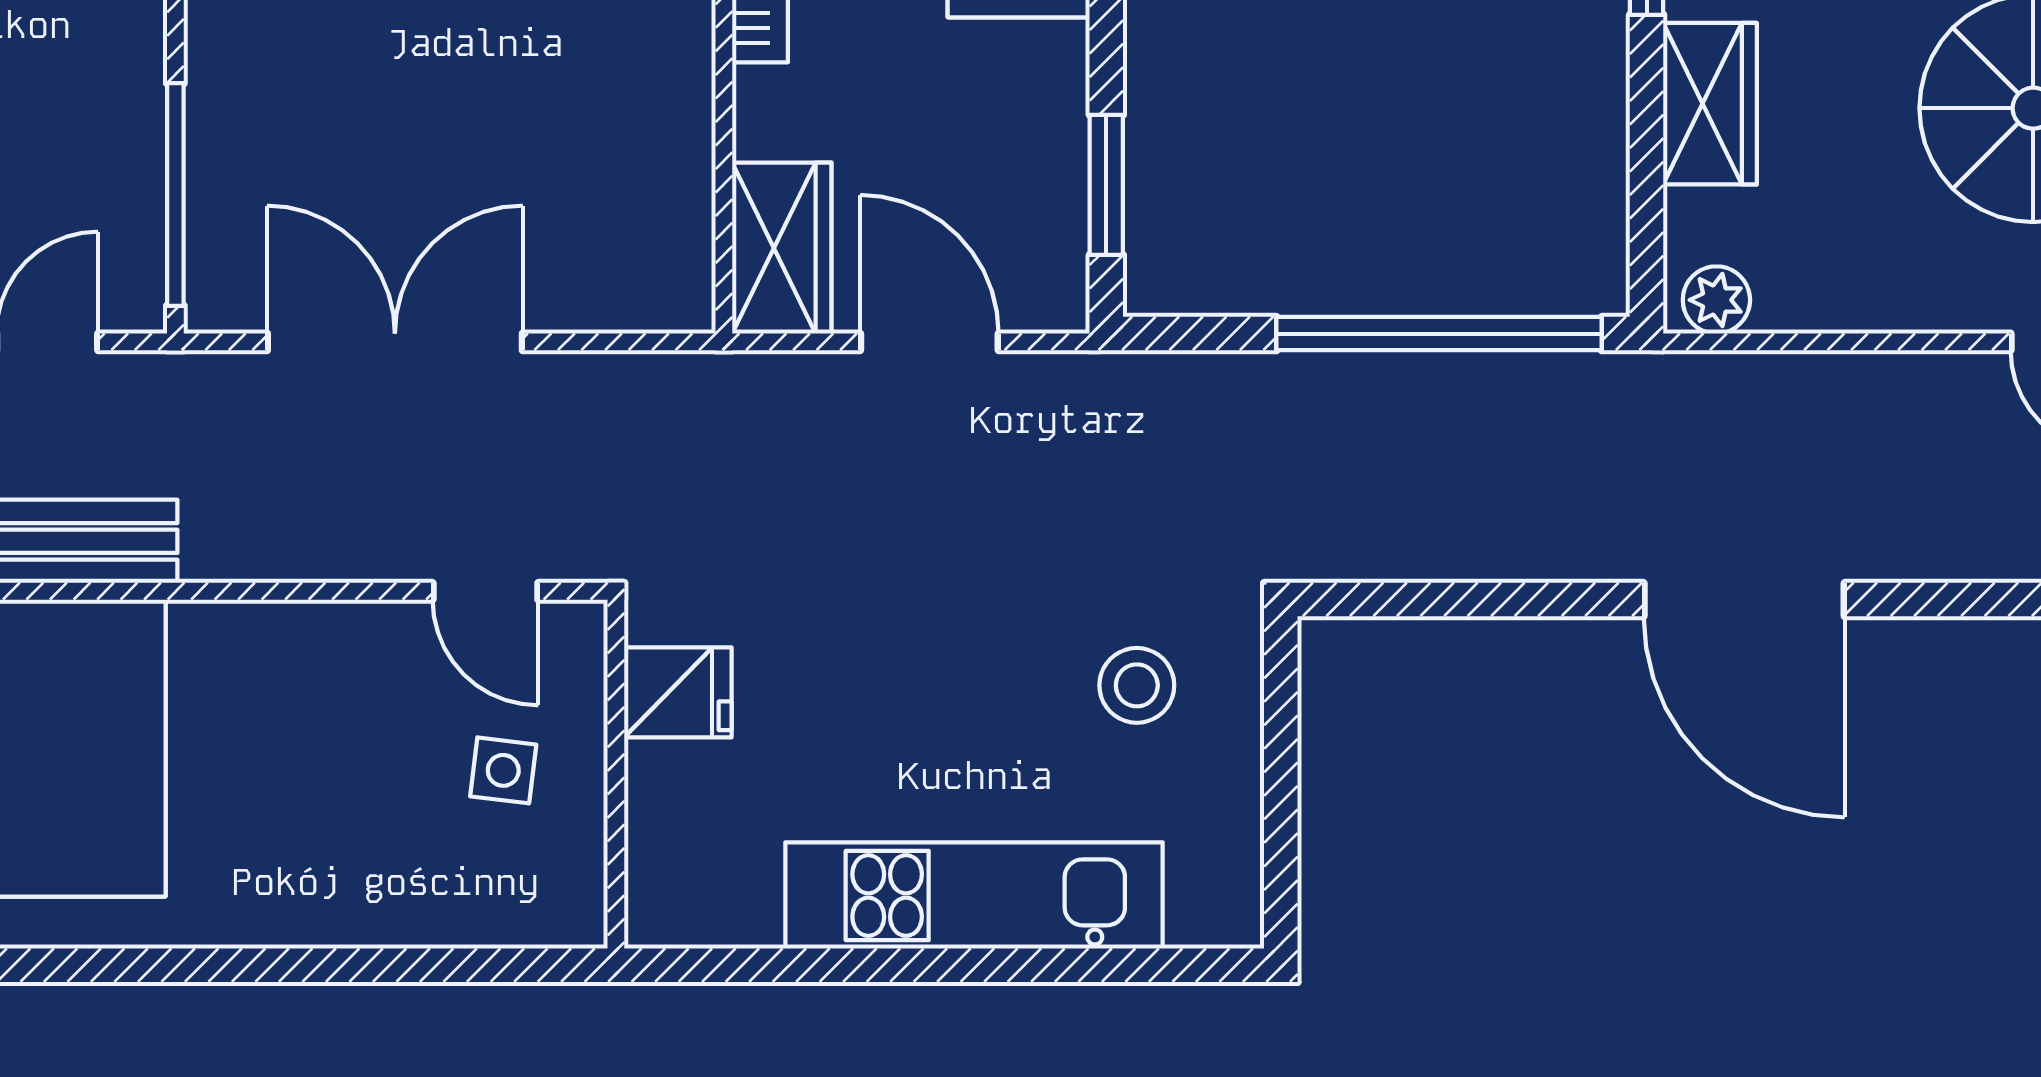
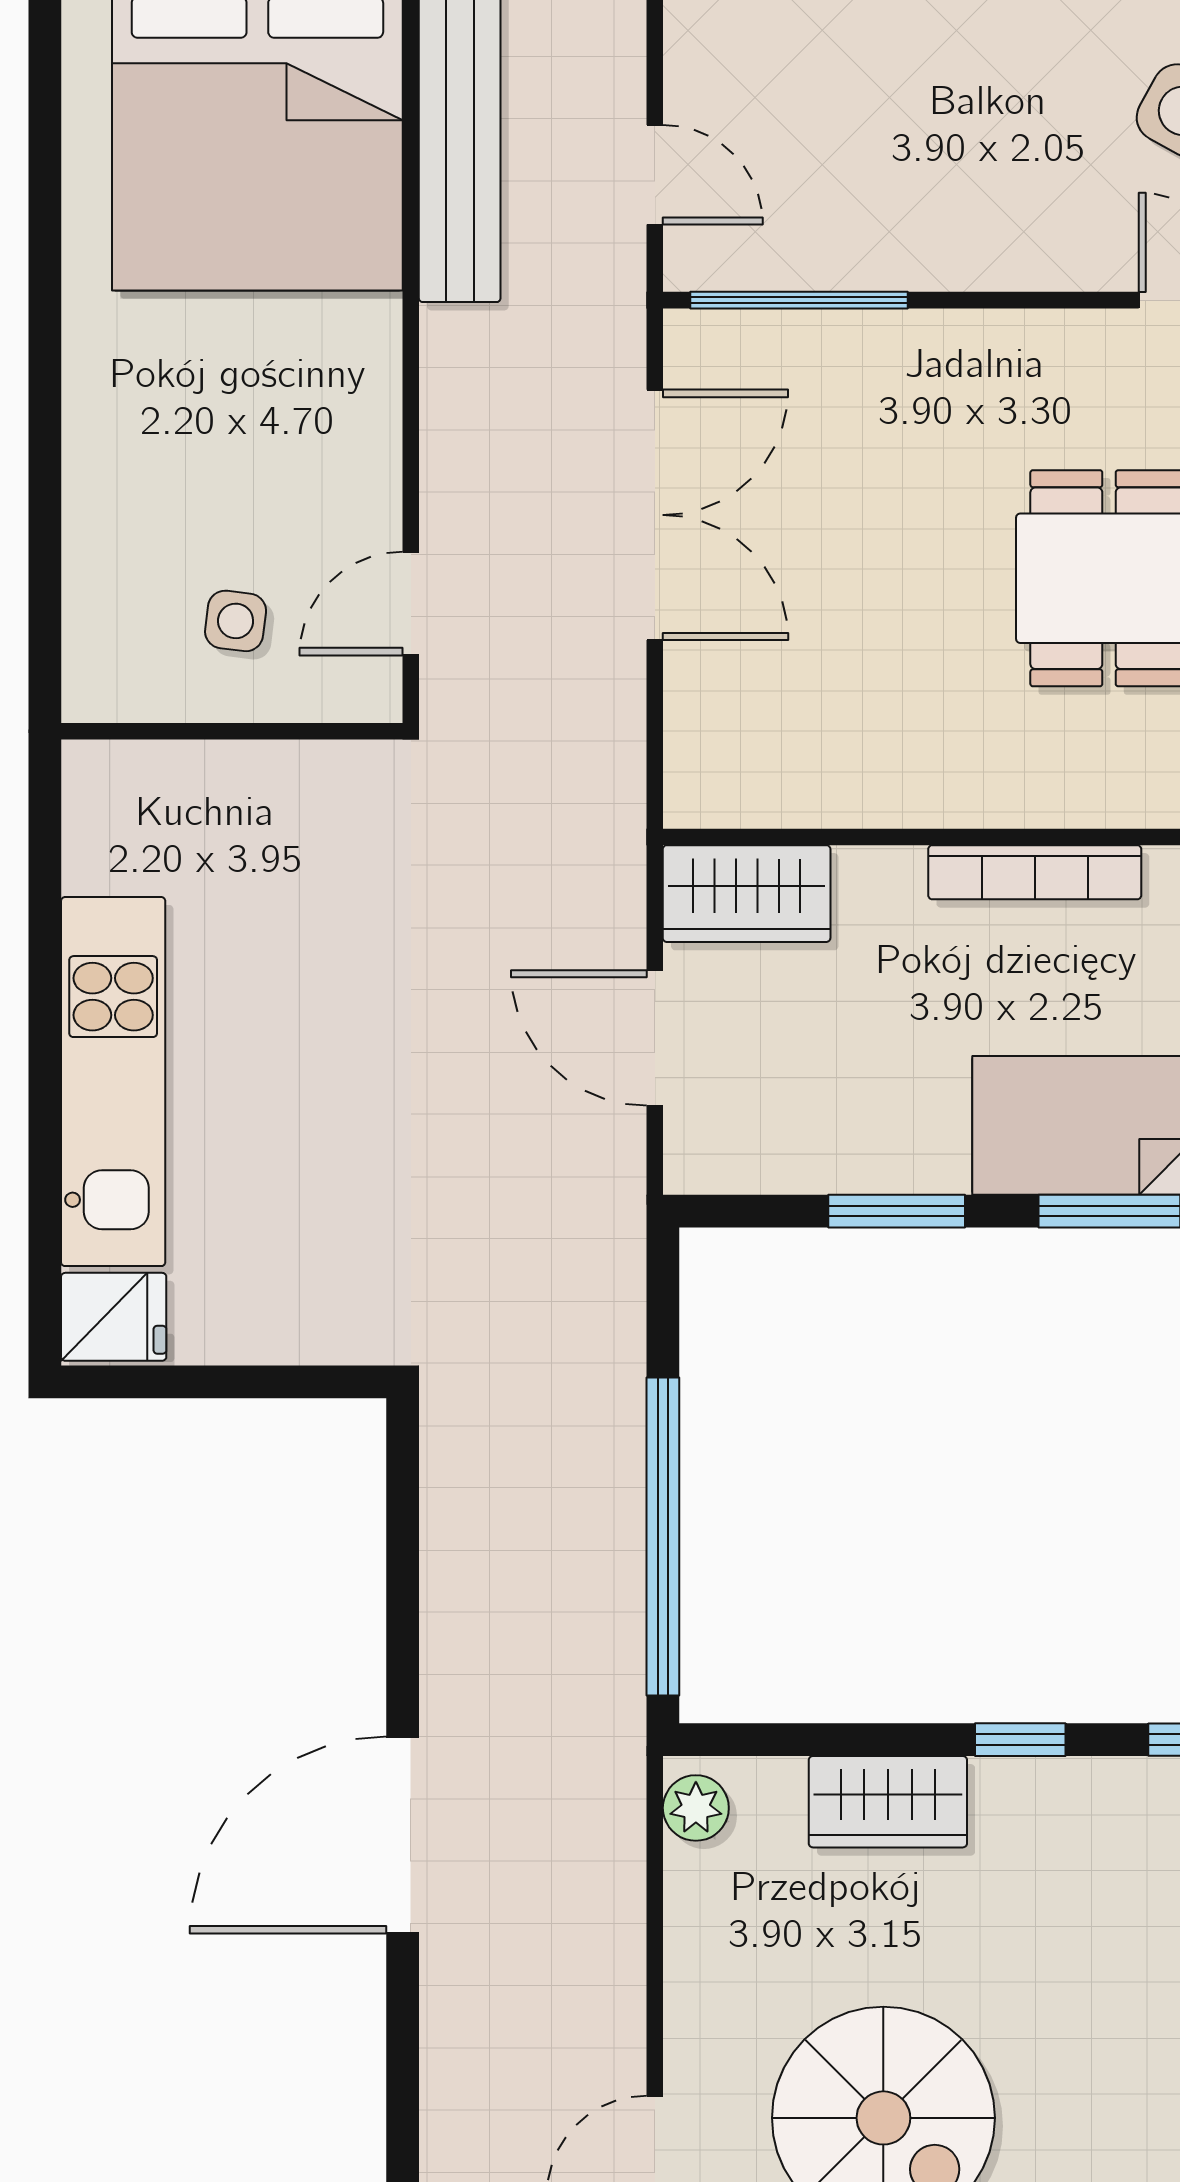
window: (1106, 185) -> (897, 1211), moved
door: (929, 342) -> (655, 1038), swing flipped
stool: (1137, 685) -> (319, 1241), removed
fridge: (678, 692) -> (114, 1317), moved, turned -90

